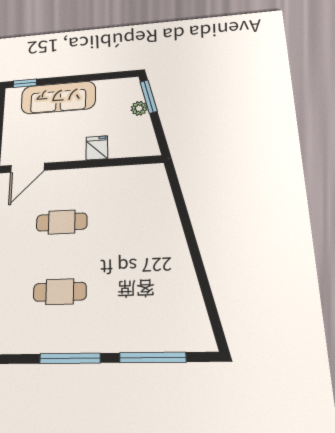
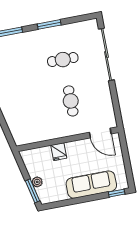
door: (28, 168) -> (100, 133), swing flipped
cafe table: (62, 222) -> (71, 101), turned 90
window: (70, 358) -> (49, 24), width x0.69

